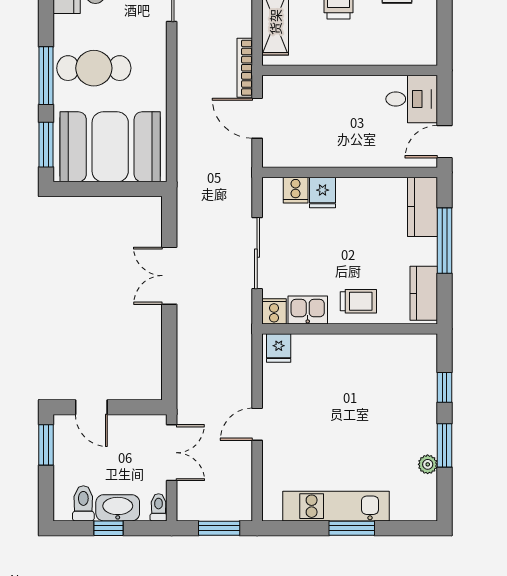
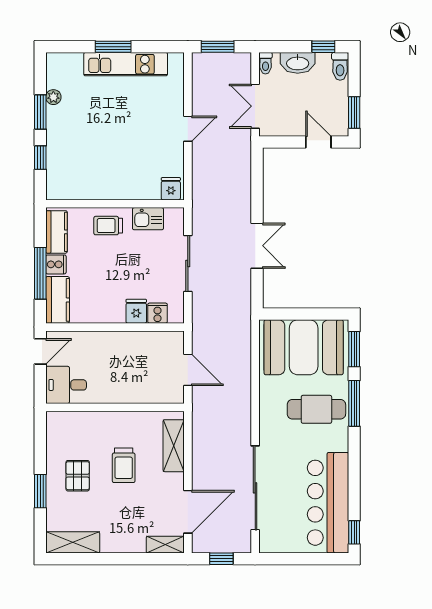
bookcase: (245, 68) -> (198, 410), removed
cooker: (274, 311) -> (56, 264), moved, turned -90
toilet: (83, 503) -> (340, 66), moved
window: (109, 528) -> (323, 47), moved

